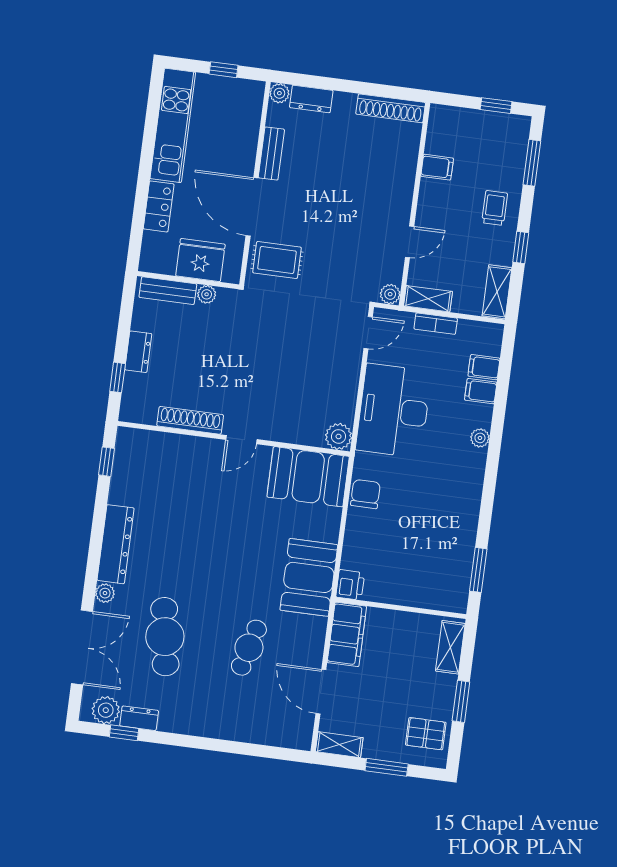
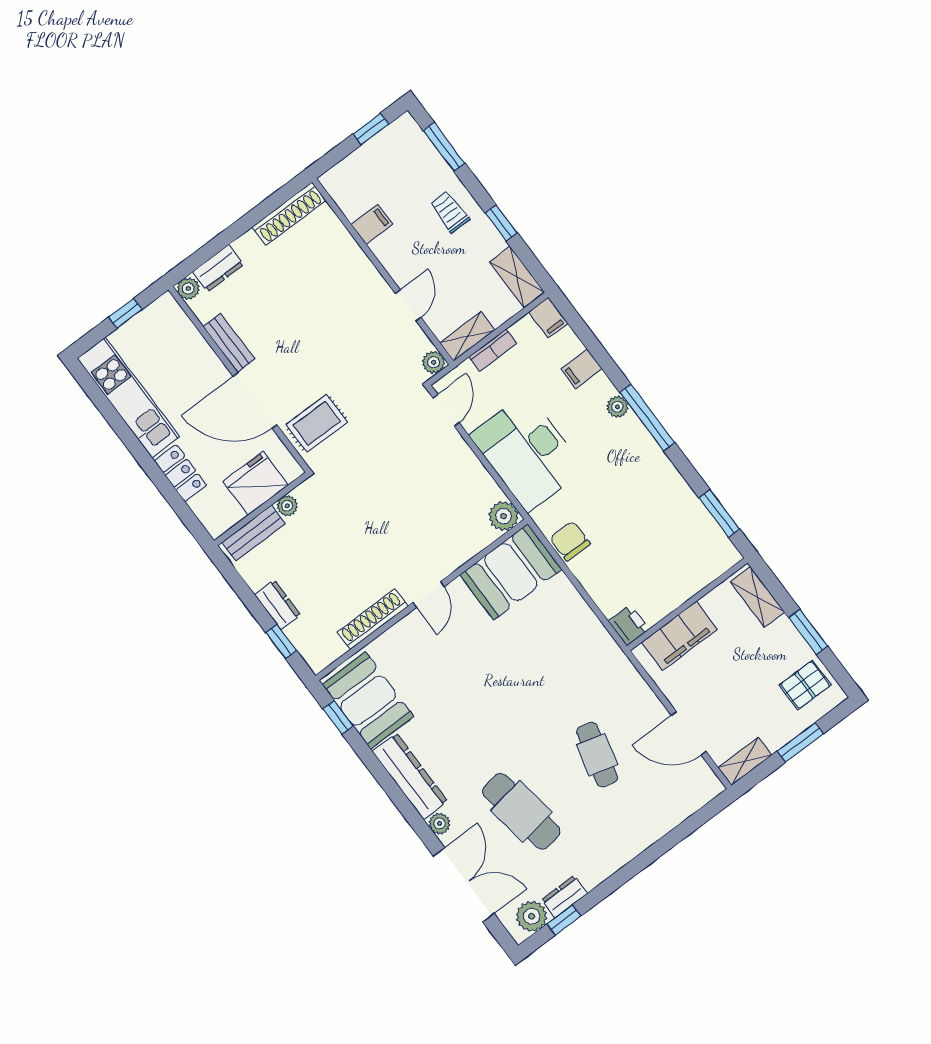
filing cabinet: (484, 367) -> (548, 318), moved, turned -90
window: (492, 464) -> (647, 418), added
booth: (309, 577) -> (368, 701), moved
filing cabinet: (347, 634) -> (679, 636), moved, turned 90

